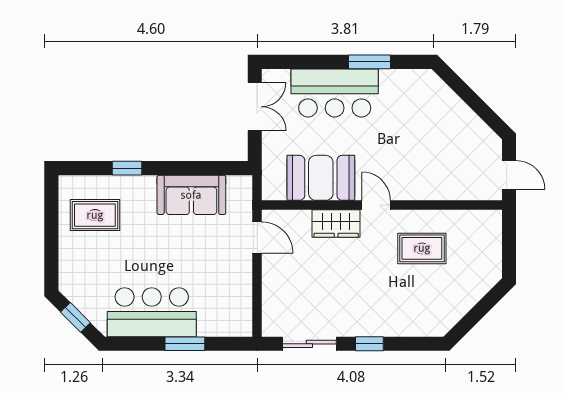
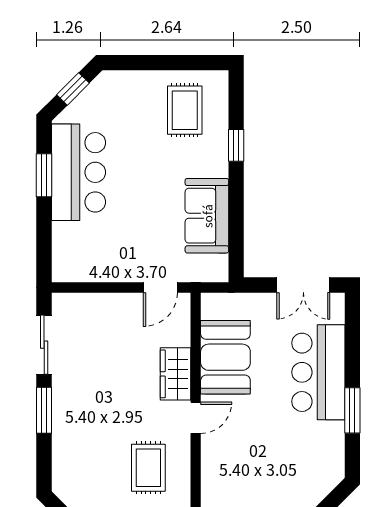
window: (185, 344) -> (44, 175), moved
window: (369, 344) -> (44, 410), width x1.50

